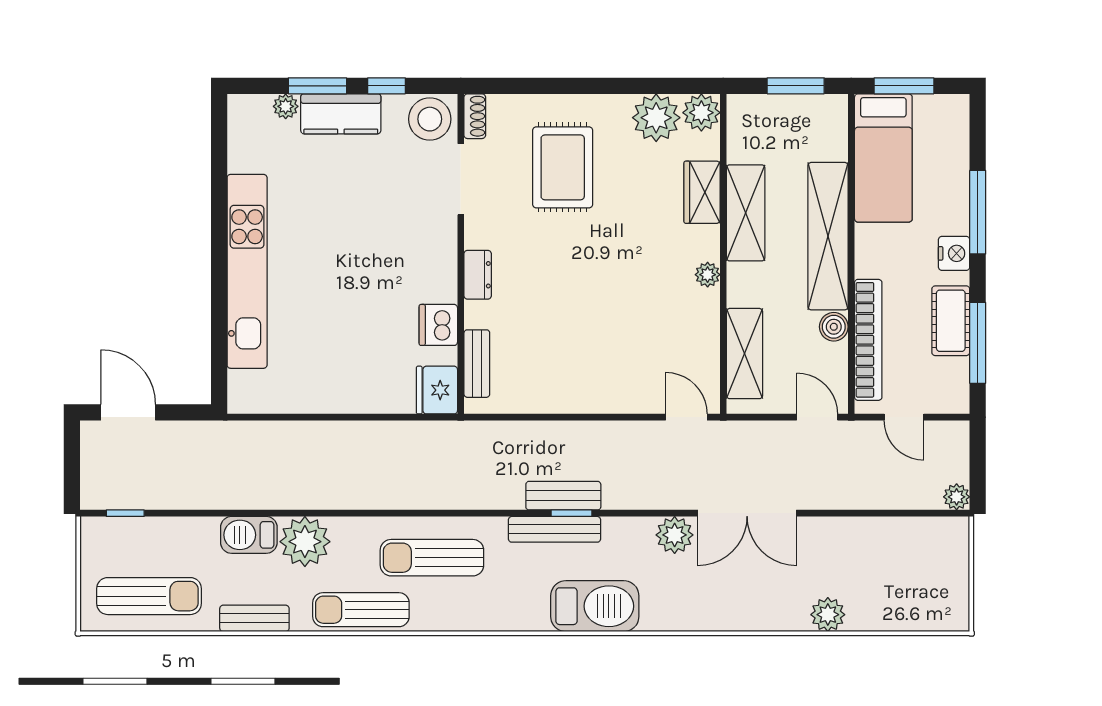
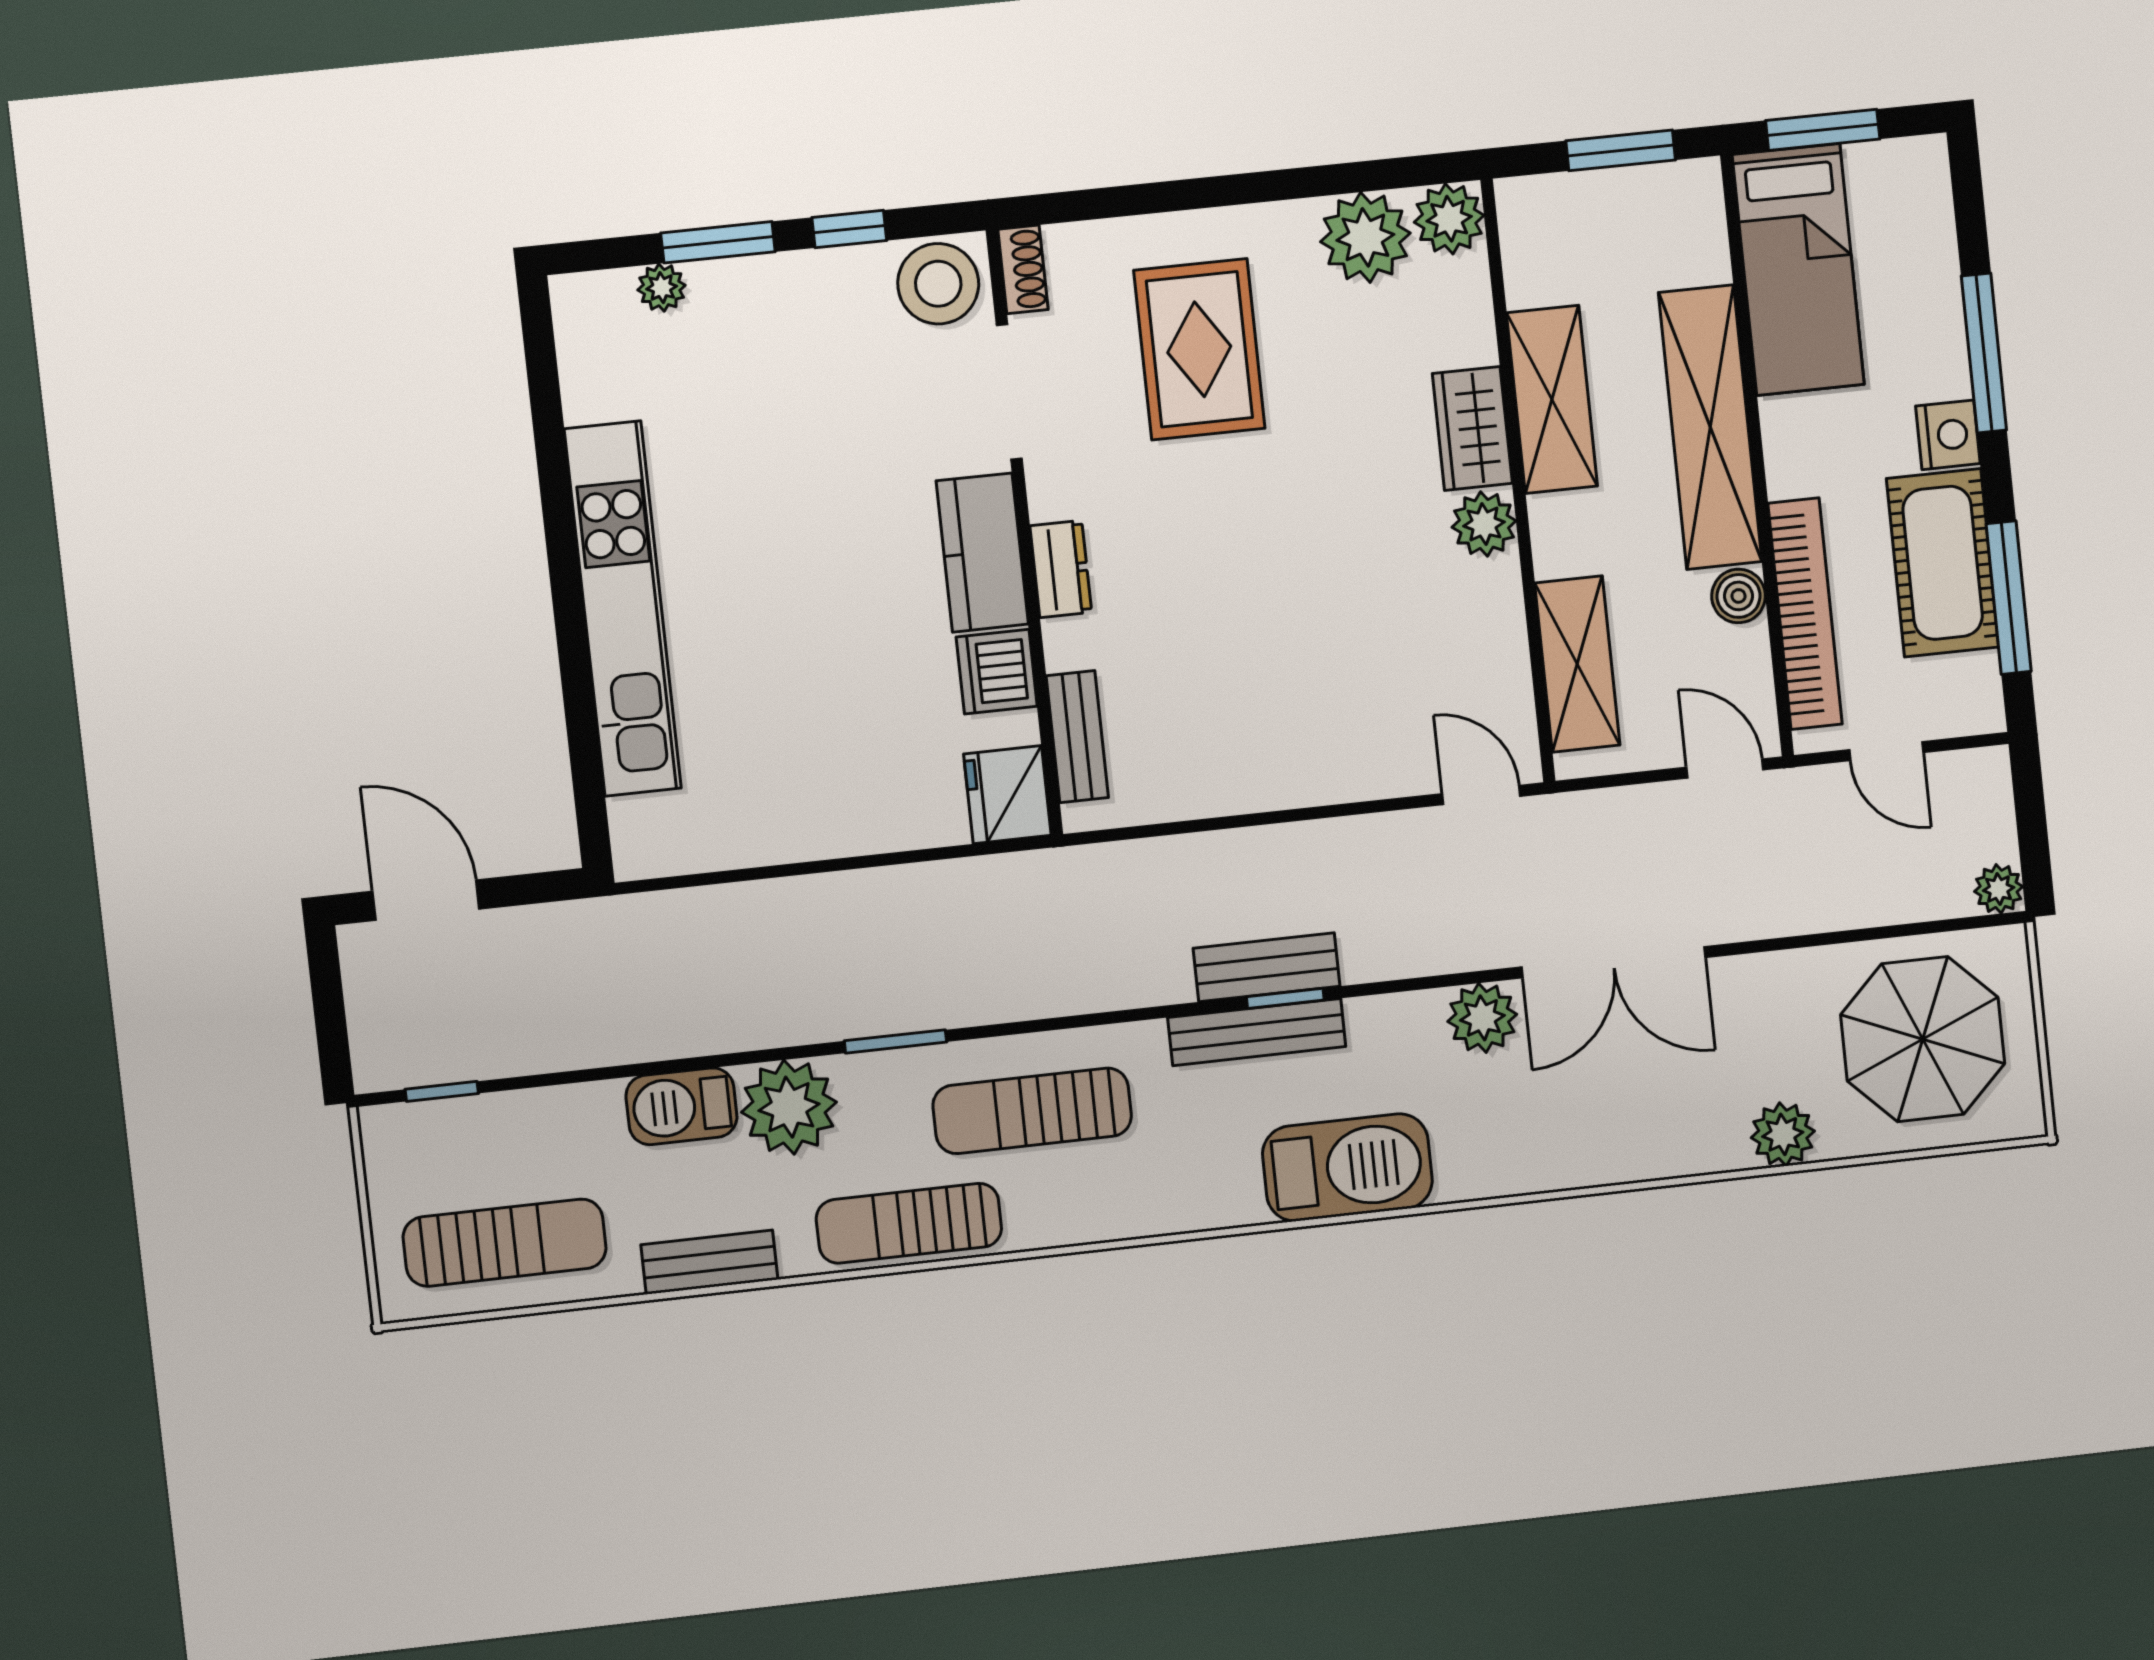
kitchen counter: (341, 114) -> (982, 553), moved, turned 90
wardrobe: (702, 192) -> (1472, 428), moved
plant: (708, 275) -> (1484, 524), width x1.38, depth x1.38
cot: (951, 321) -> (1943, 563), width x1.37, depth x1.34
window: (364, 513) -> (896, 1041), added
parasol: (908, 572) -> (1923, 1039), added

